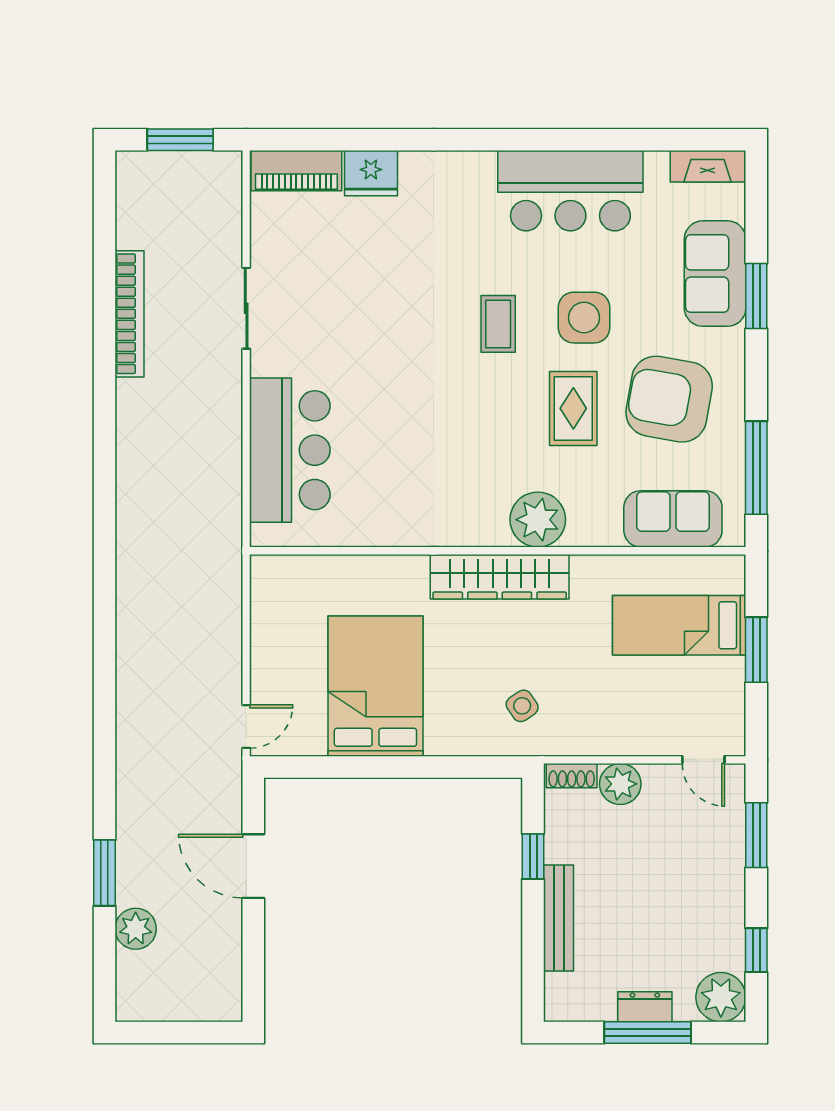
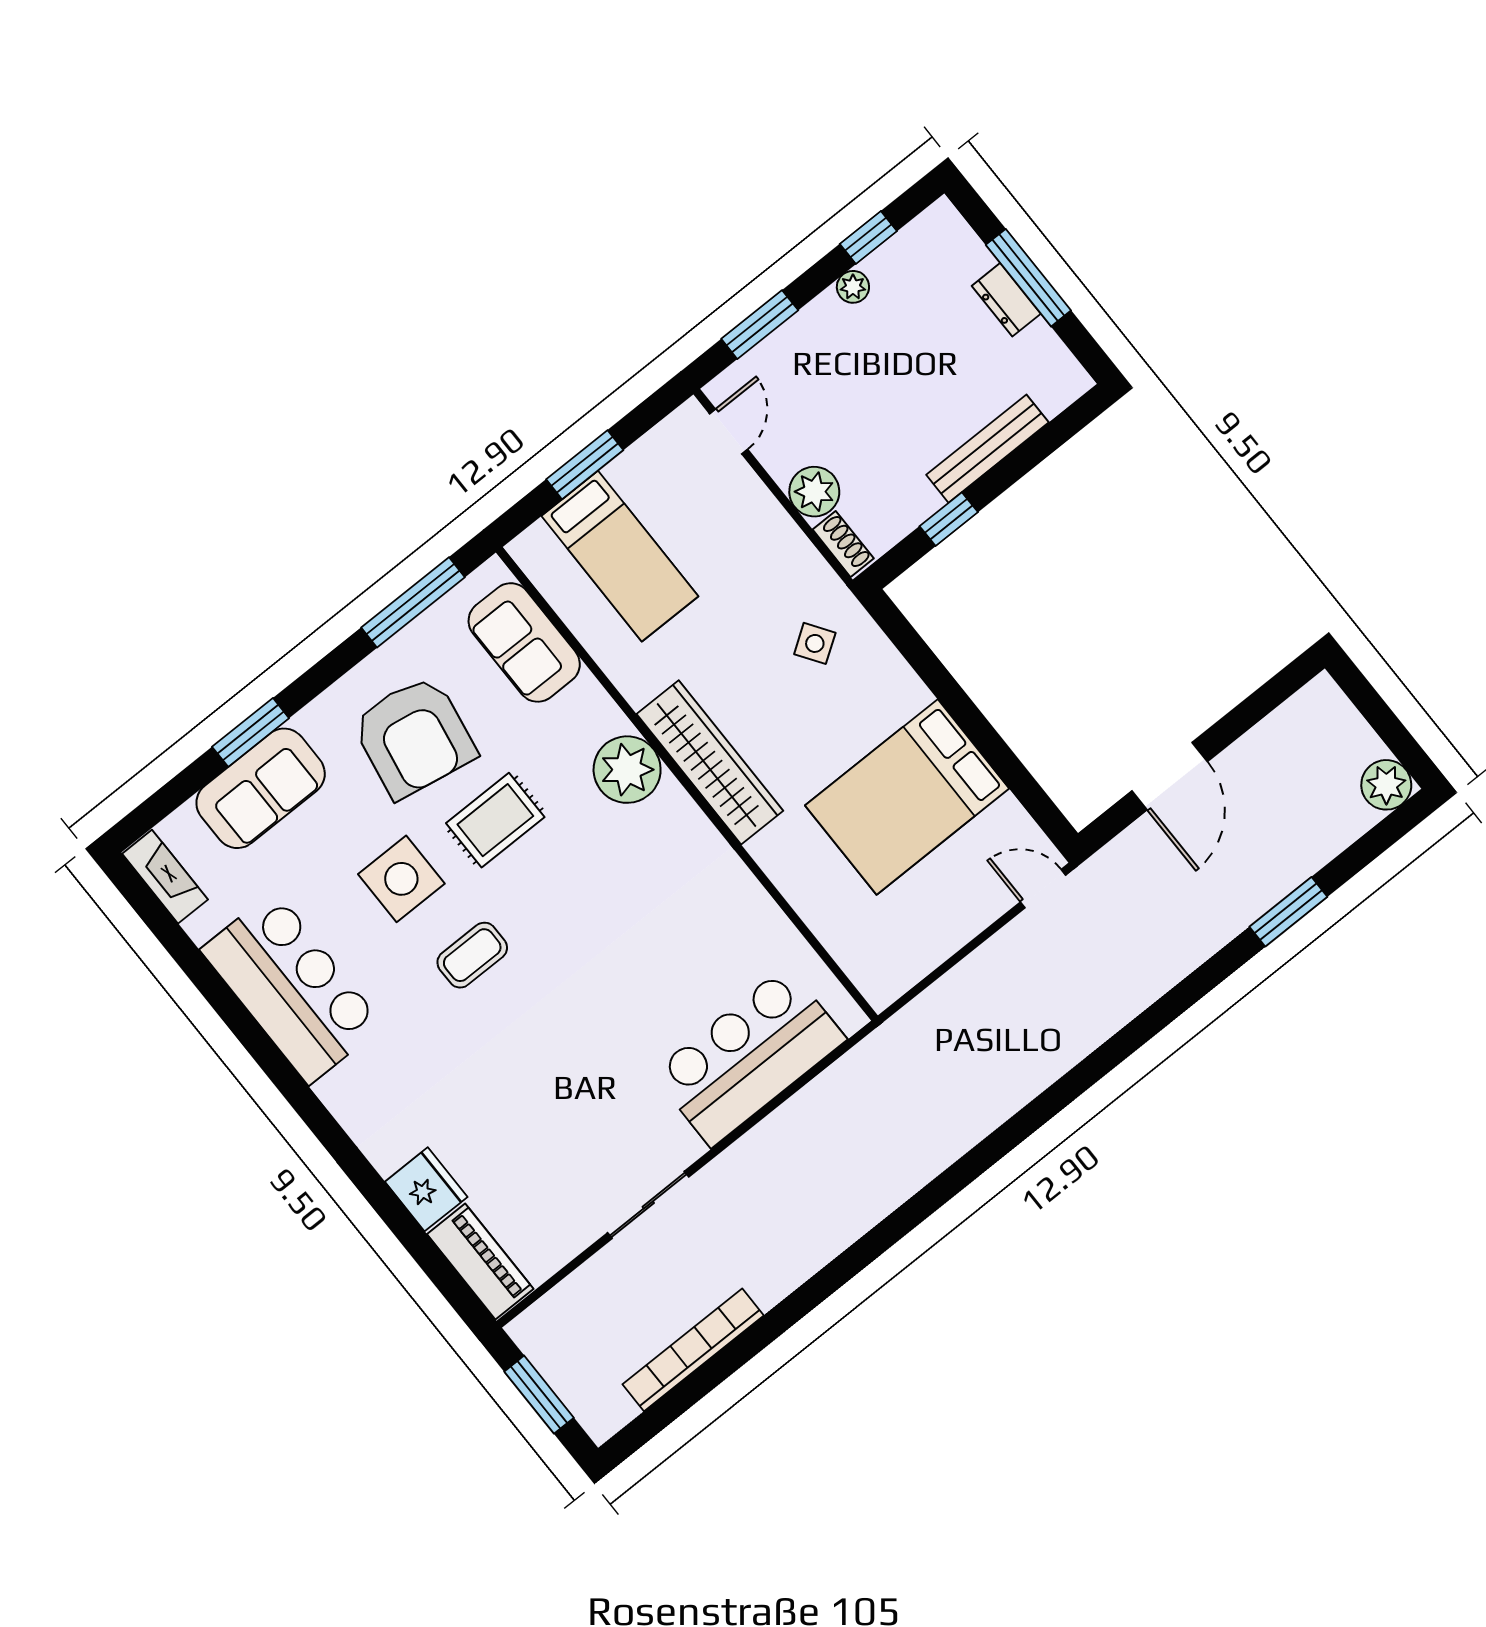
bookcase: (129, 314) -> (693, 1350), moved
plant: (136, 929) -> (1386, 785), moved
plant: (721, 997) -> (853, 287), moved, width x0.53, depth x0.53

